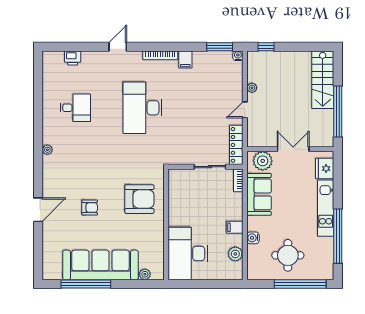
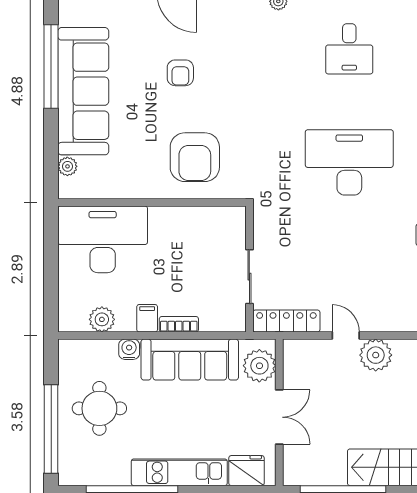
plant: (252, 88) -> (376, 355), width x1.88, depth x1.88
bookcase: (238, 180) -> (179, 324), moved
sofa: (259, 194) -> (190, 360), width x1.36

